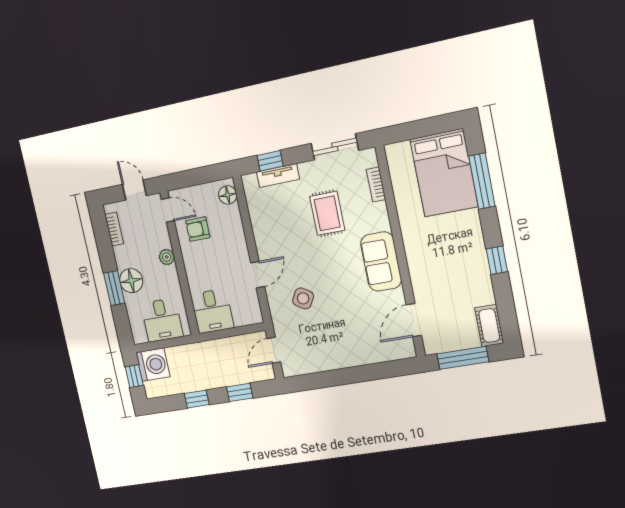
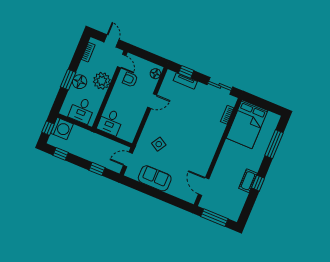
bed: (444, 173) -> (247, 124), moved
rug: (327, 213) -> (196, 113), removed
plant: (167, 257) -> (102, 81), width x1.88, depth x1.88
sofa: (381, 262) -> (155, 178), moved, turned 90
door: (258, 275) -> (152, 101), moved
door: (414, 320) -> (204, 187), hinge flipped
cot: (489, 326) -> (248, 181), moved
window: (197, 399) -> (61, 154), moved

